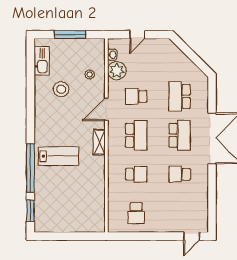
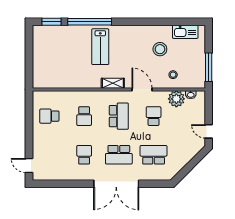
window: (70, 35) -> (209, 67), moved
door: (137, 35) -> (209, 131), moved
school desk: (136, 135) -> (119, 116), turned -90

